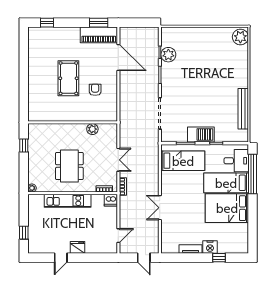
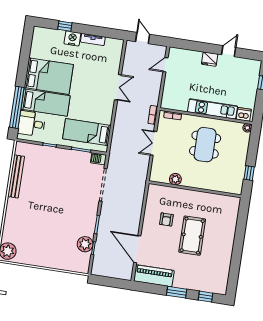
window: (99, 23) -> (177, 292), moved
barbecue: (201, 135) -> (98, 159), moved, width x0.53, depth x0.65
dishwasher: (111, 200) -> (244, 114), moved

